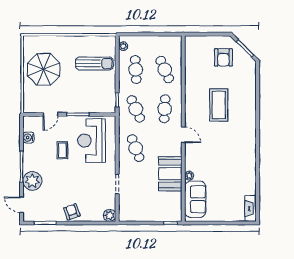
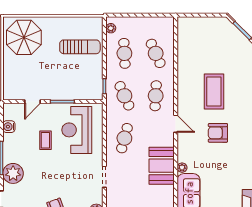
armchair: (223, 57) -> (218, 133), moved, turned 90
parasol: (44, 69) -> (24, 37), moved
cafe table: (136, 148) -> (124, 138), turned 36

